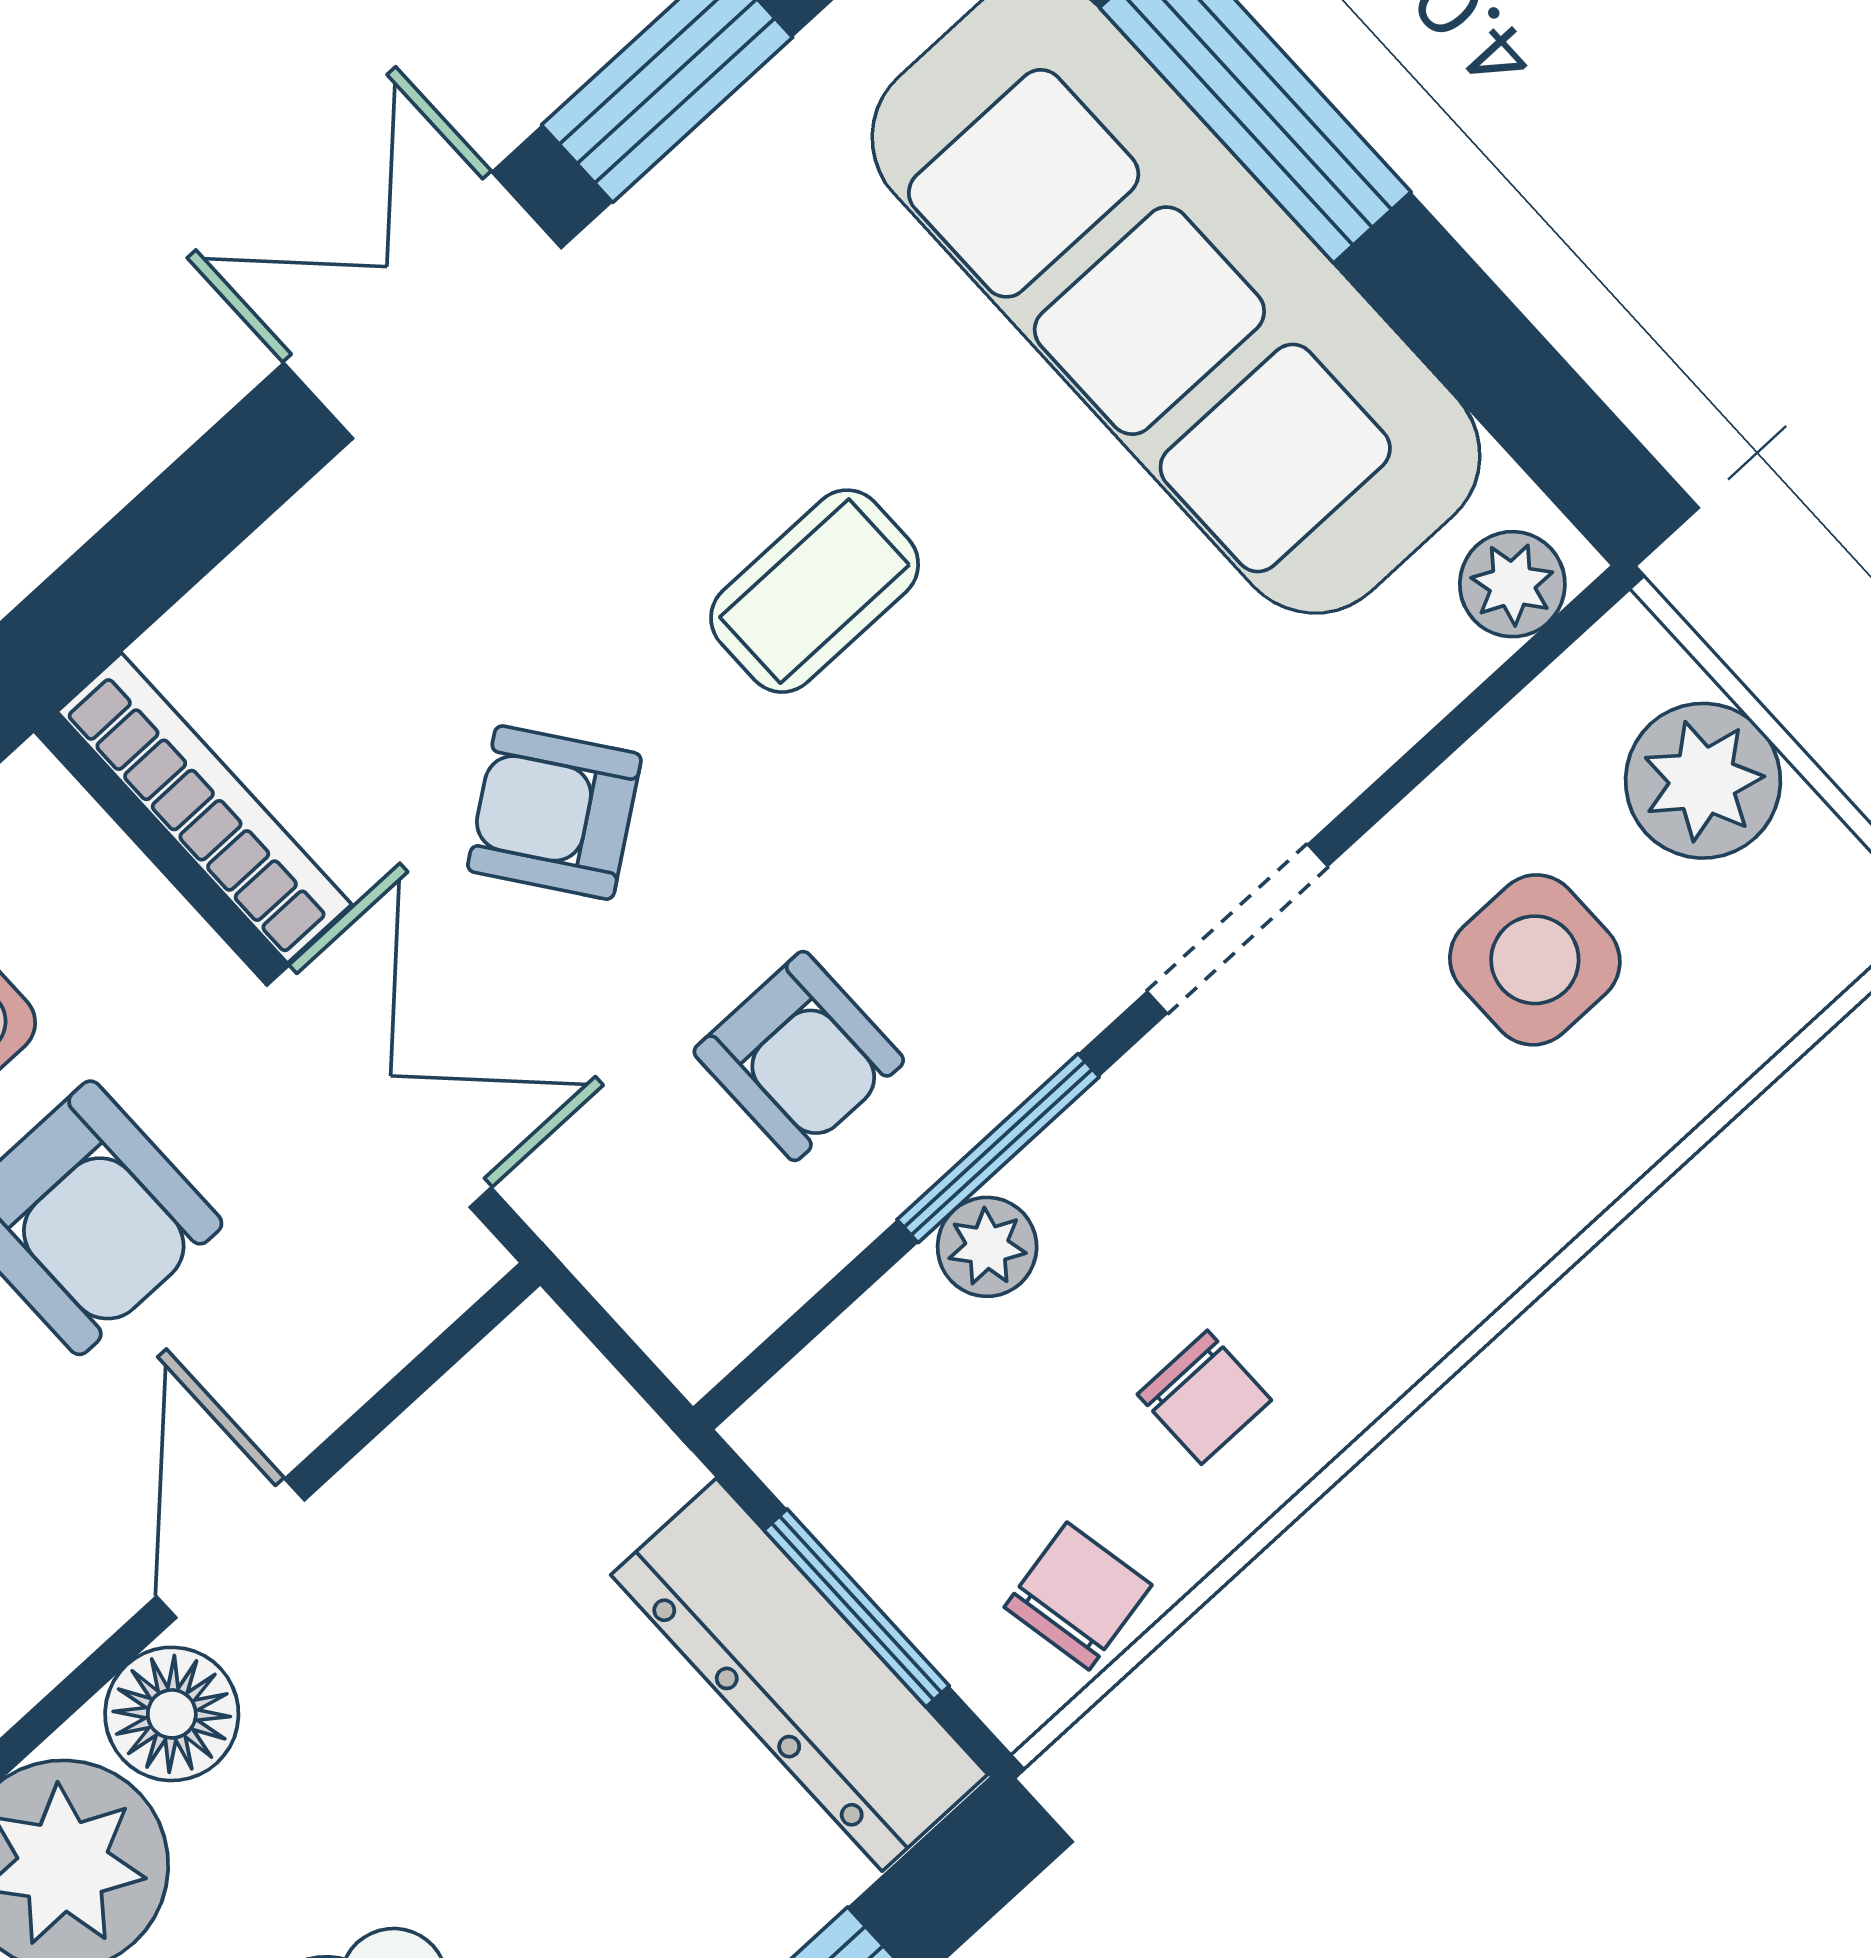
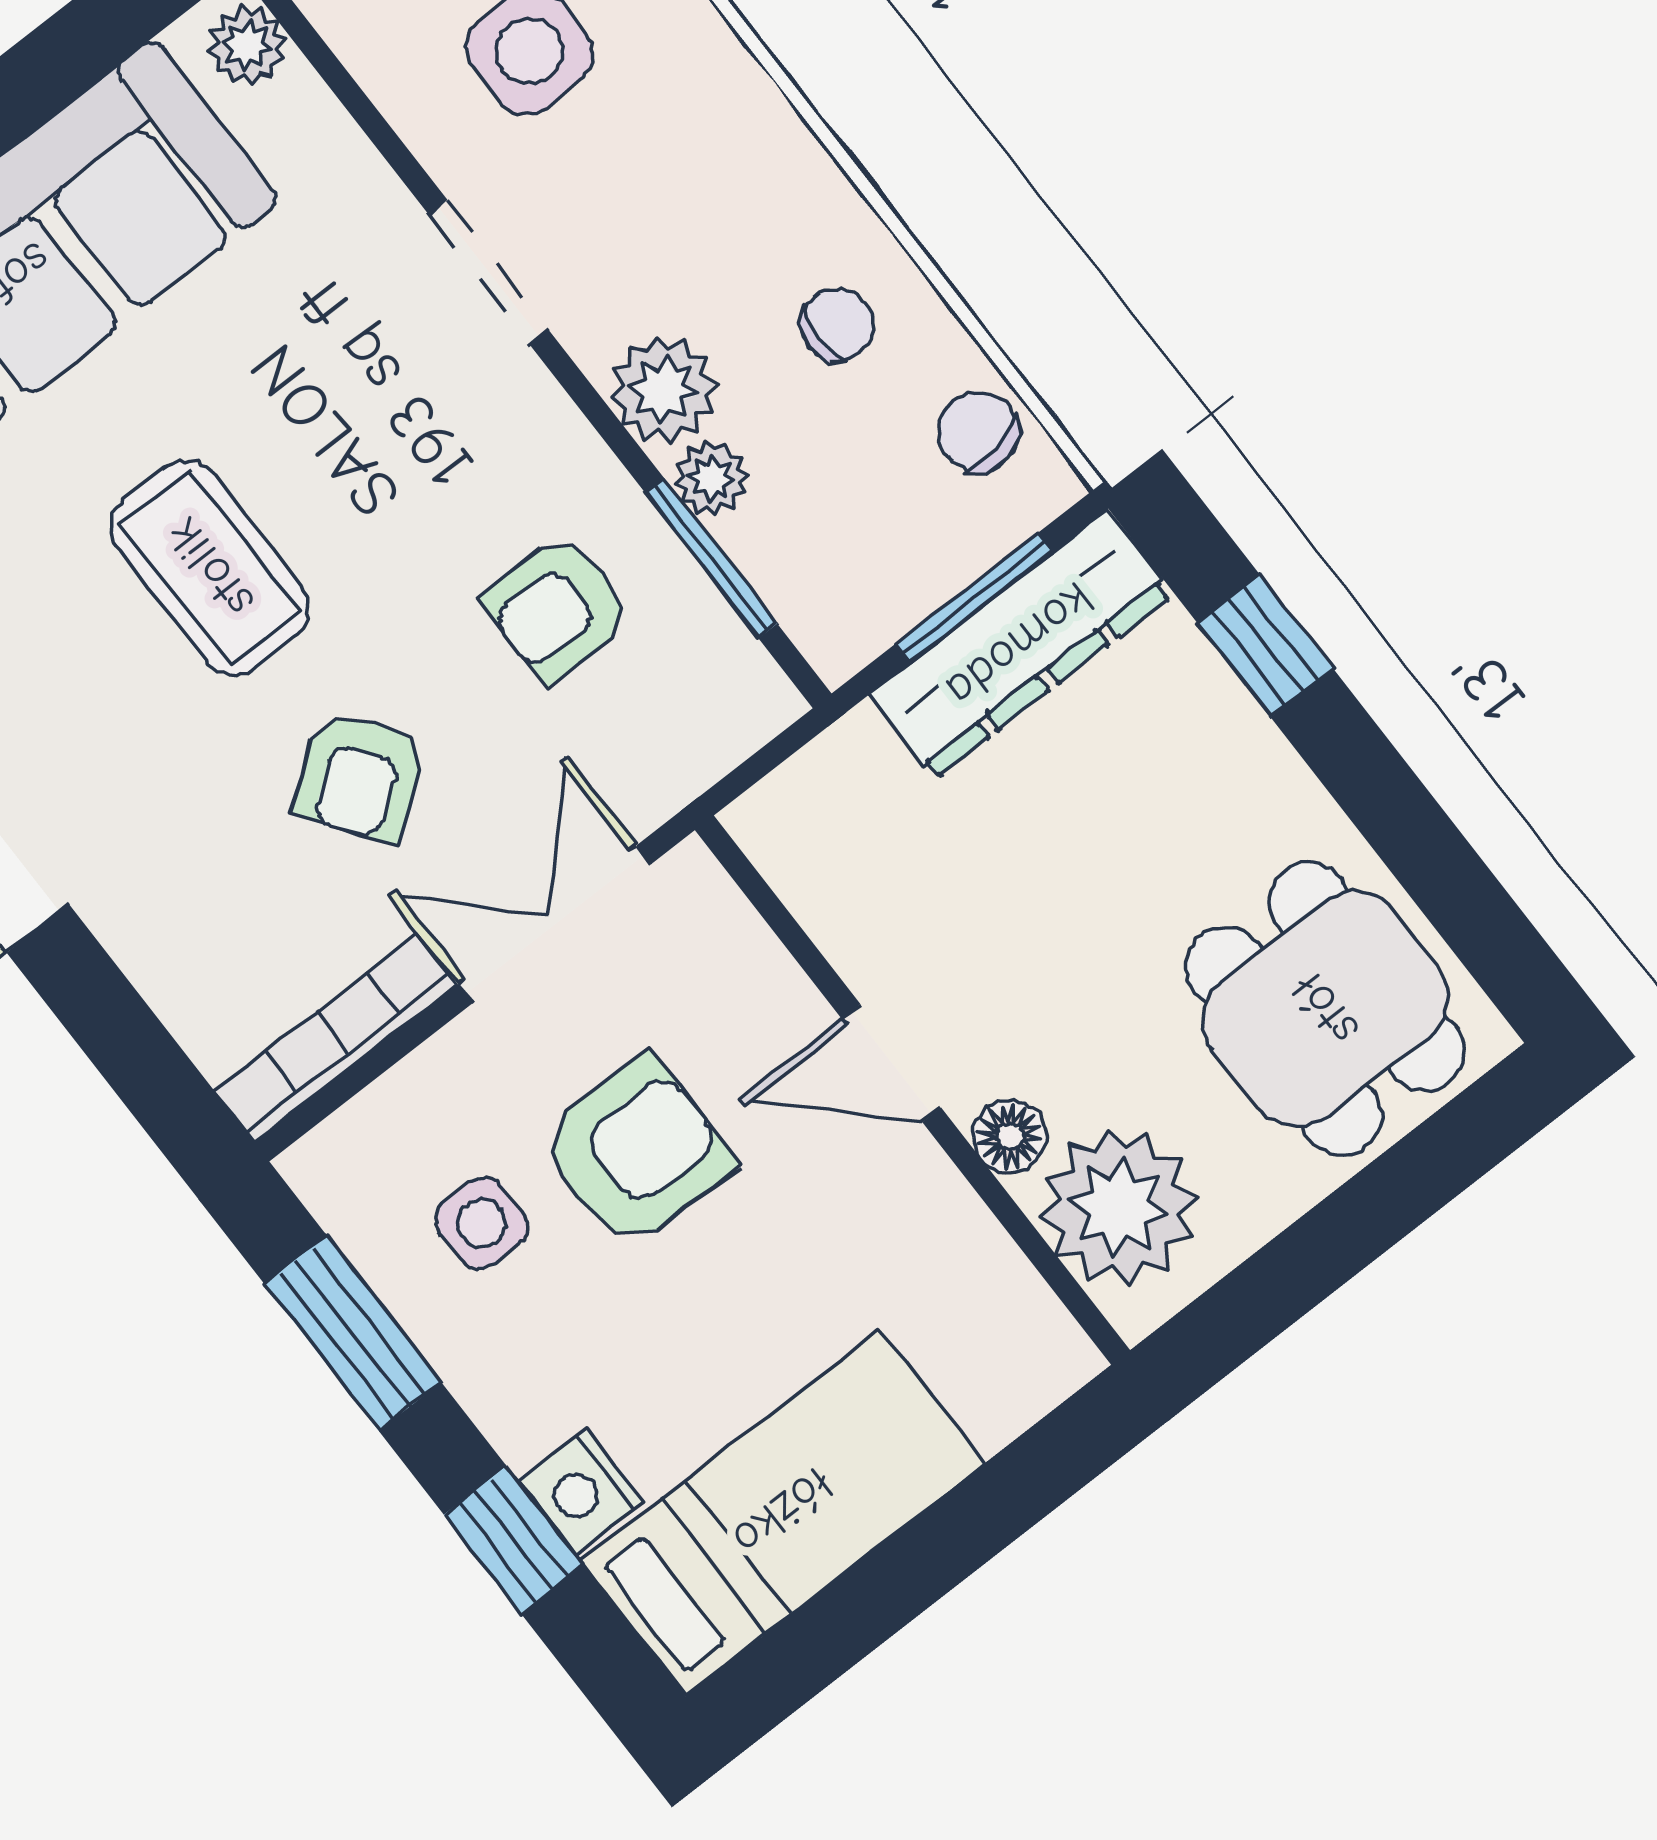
coffee table: (815, 591) -> (210, 568), width x1.36, depth x1.30
armchair: (799, 1056) -> (557, 608), turned 180
window: (998, 1148) -> (711, 558), moved
plant: (1099, 1174) -> (664, 390), added
floor lamp: (172, 1714) -> (1010, 1136), width x0.73, depth x0.73

